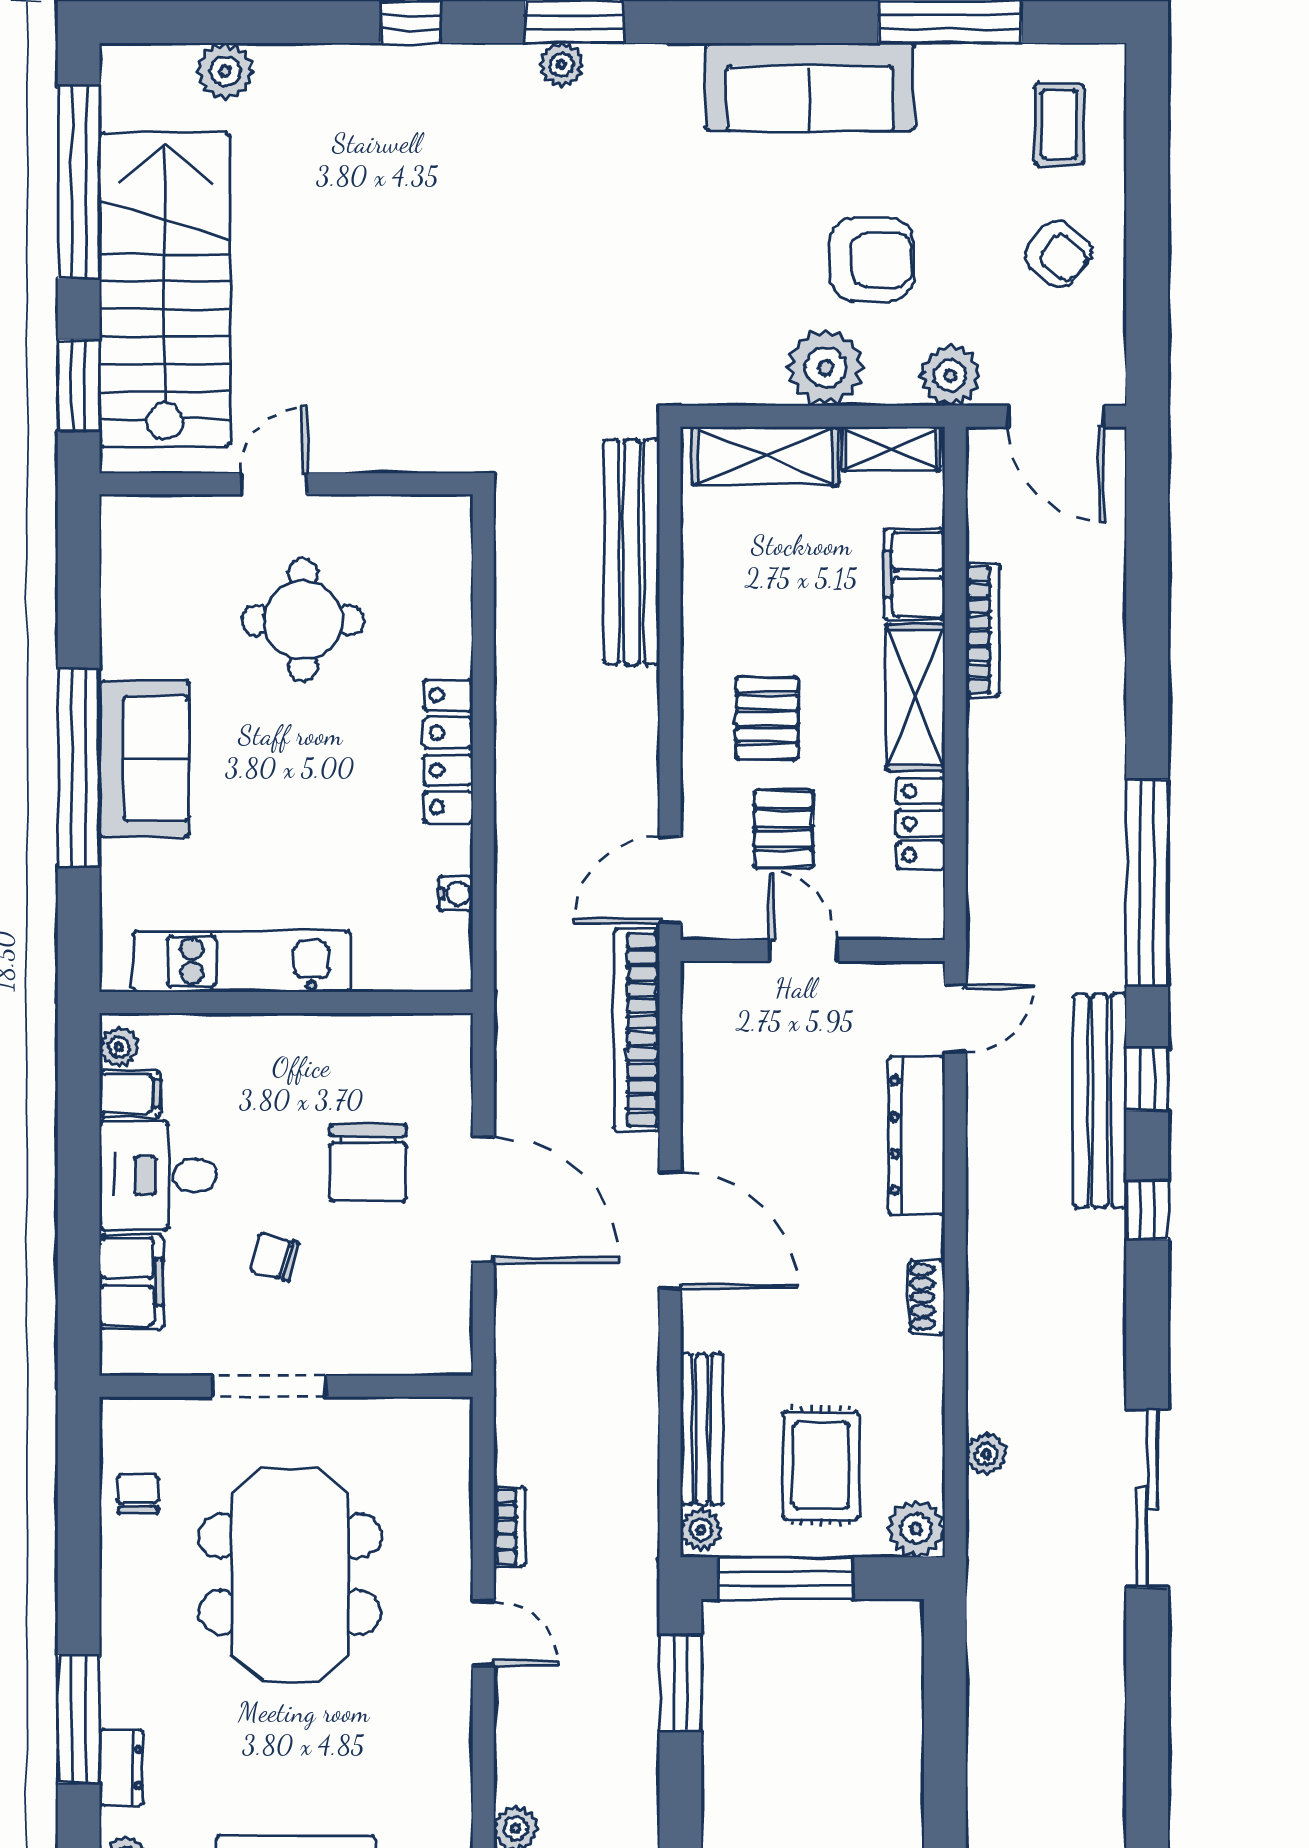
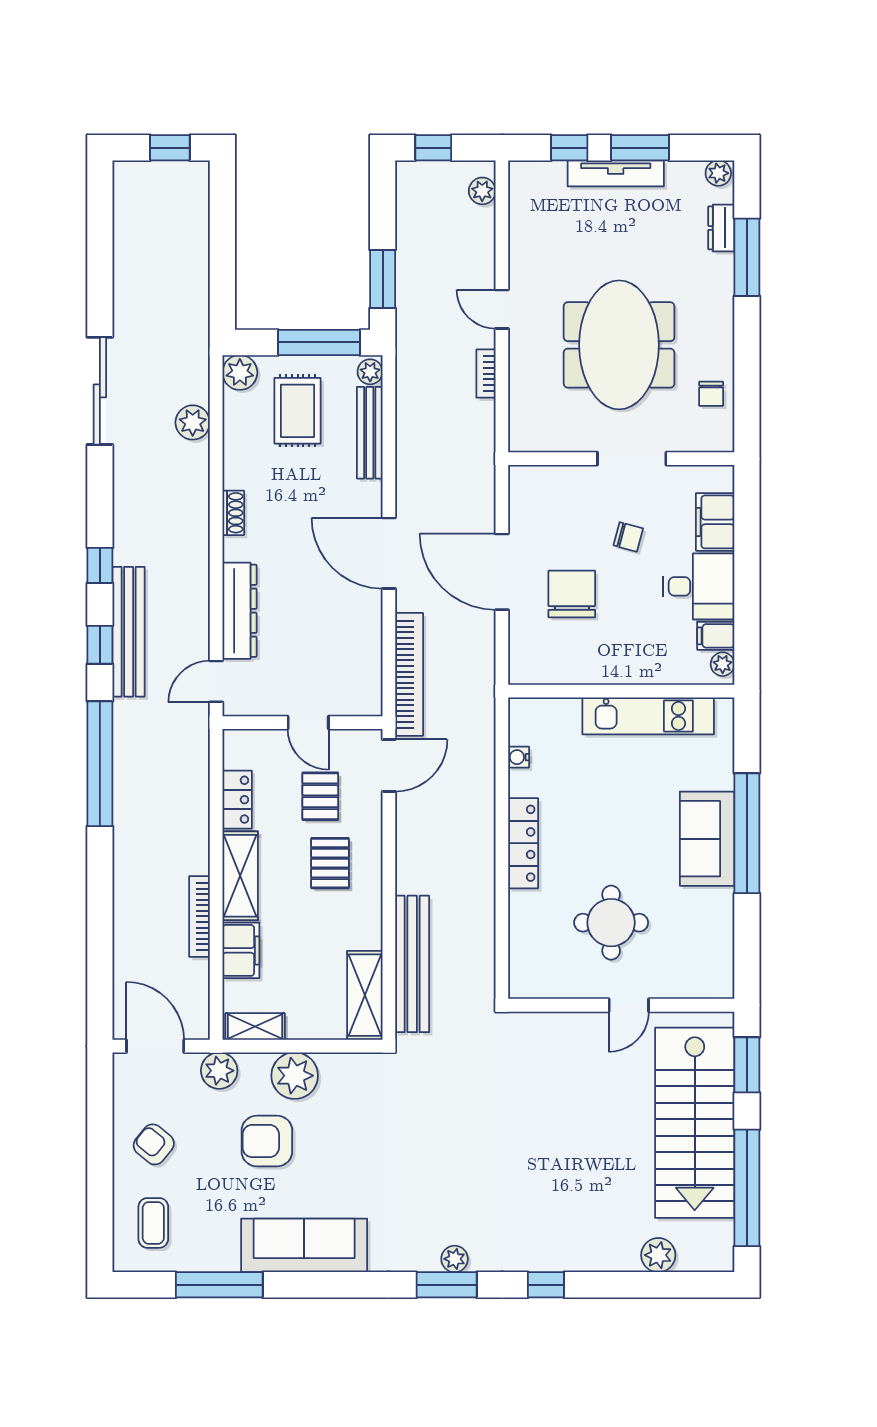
shelving: (765, 456) -> (365, 995), moved, turned 90
plant: (986, 1454) -> (193, 422), width x1.38, depth x1.38

